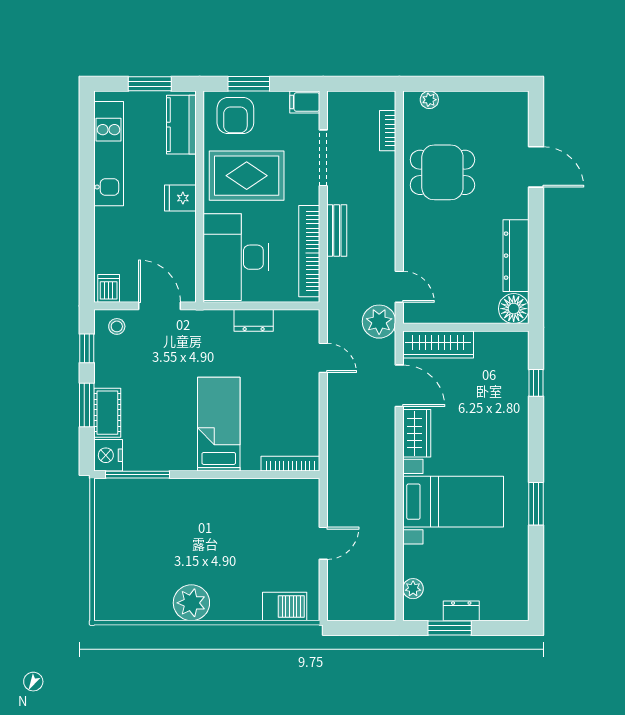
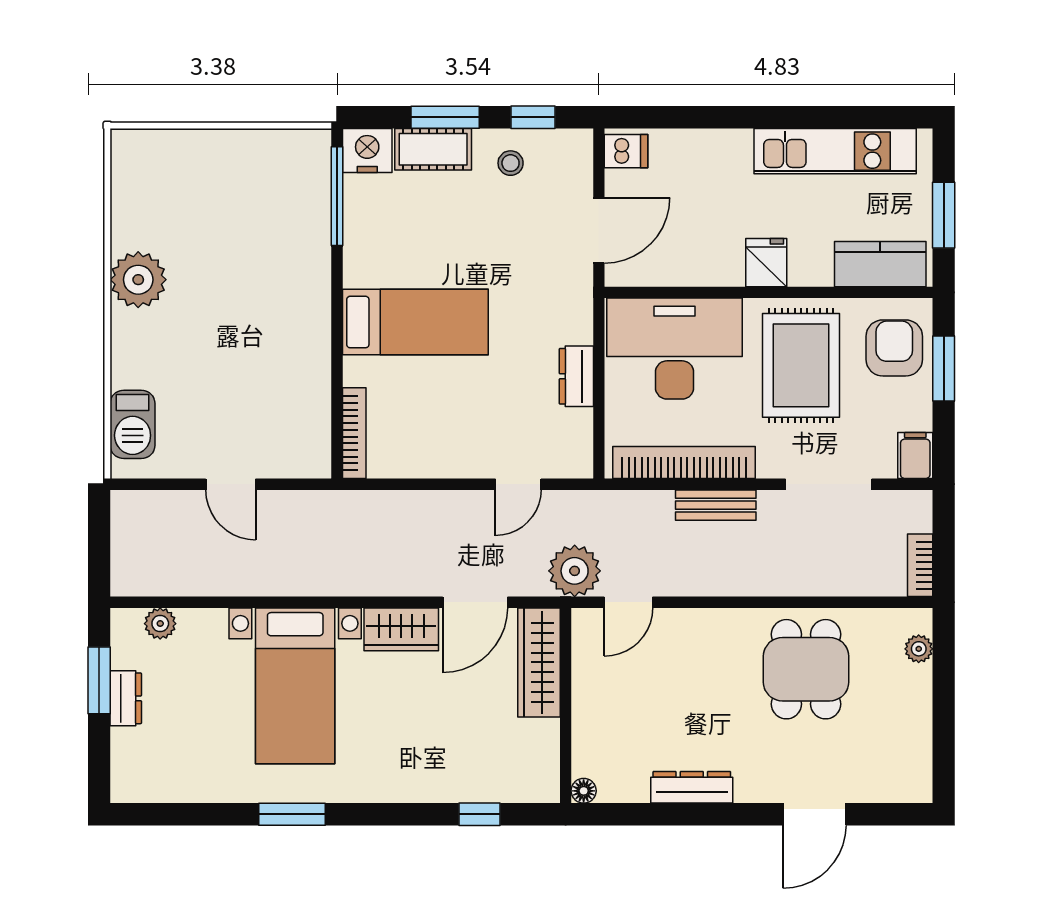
armchair: (235, 116) -> (894, 348), turned 90
bookcase: (388, 131) -> (920, 565), moved, turned -90
dresser: (516, 256) -> (692, 787), width x0.73, depth x0.80
floor lamp: (514, 309) -> (584, 791), width x0.53, depth x0.53
stool: (117, 326) -> (511, 163), moved

